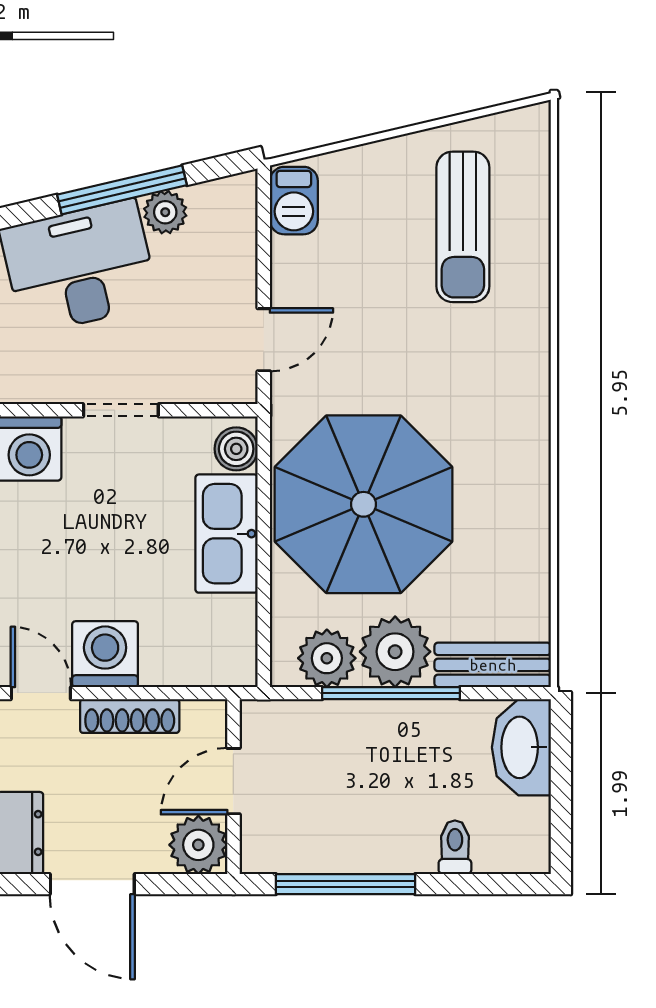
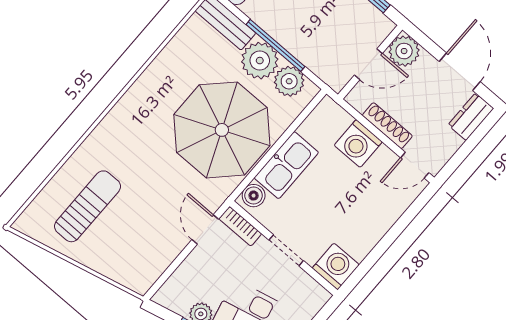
barbecue: (294, 201) -> (146, 275), removed
door: (264, 340) -> (205, 229), hinge flipped
bookcase: (217, 388) -> (240, 226), added
washing machine: (105, 654) -> (358, 144), moved
door: (41, 693) -> (415, 165), hinge flipped

